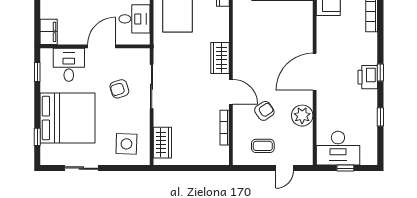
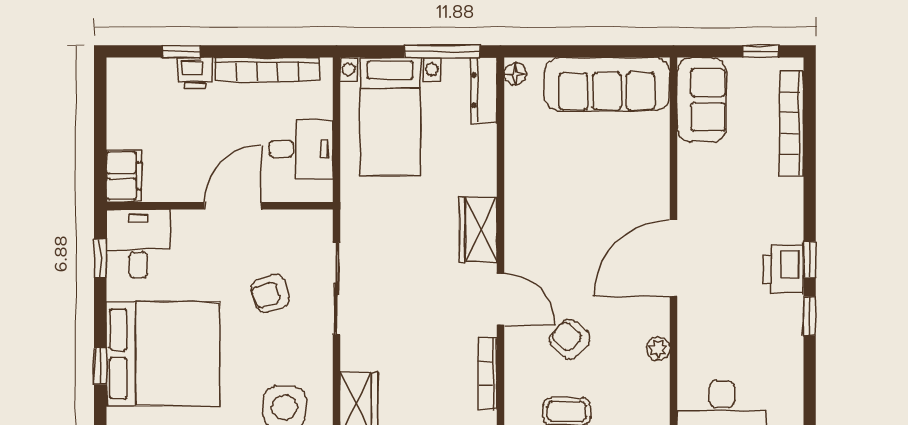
desk: (69, 65) -> (138, 244), moved
armchair: (264, 111) -> (570, 339), turned -104
plant: (302, 116) -> (658, 349), width x0.53, depth x0.53
window: (380, 117) -> (810, 316), moved
window: (37, 137) -> (100, 366), moved

